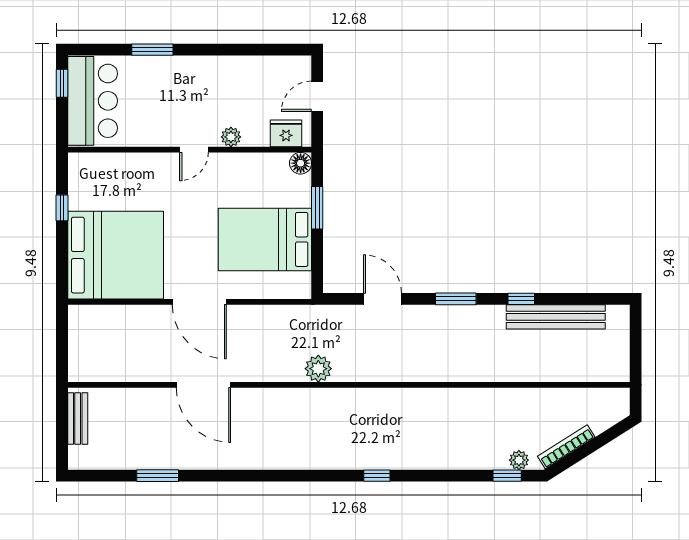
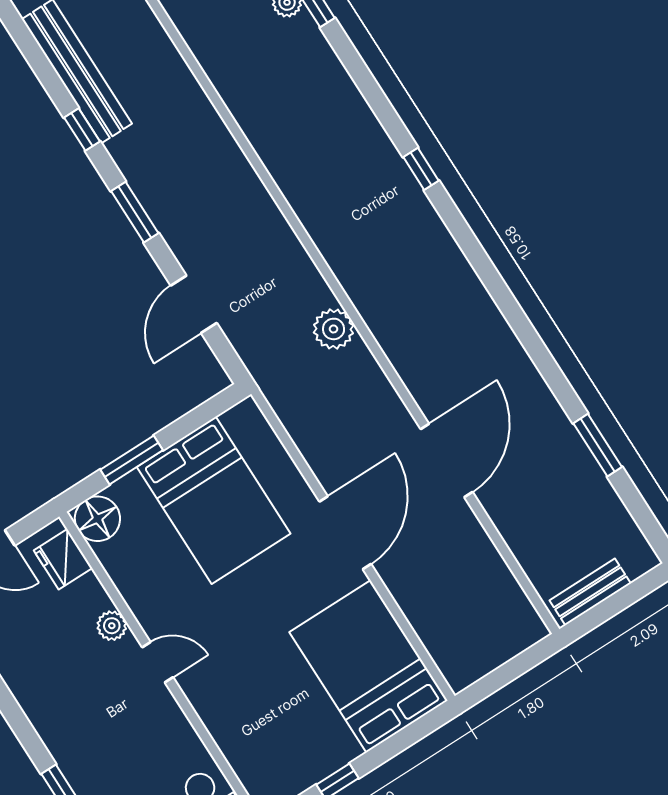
floor lamp: (301, 163) -> (97, 519), width x1.38, depth x1.38
bed: (116, 255) -> (368, 666), width x0.73

